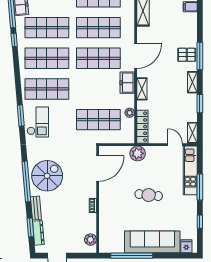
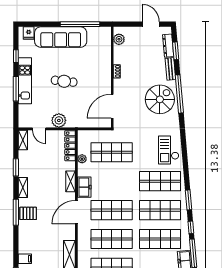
window: (21, 116) -> (188, 200), moved
plant: (138, 153) -> (59, 120), moved
kitchen unit: (190, 170) -> (25, 81), moved
spiral stairs: (47, 176) -> (160, 99), turned 180

